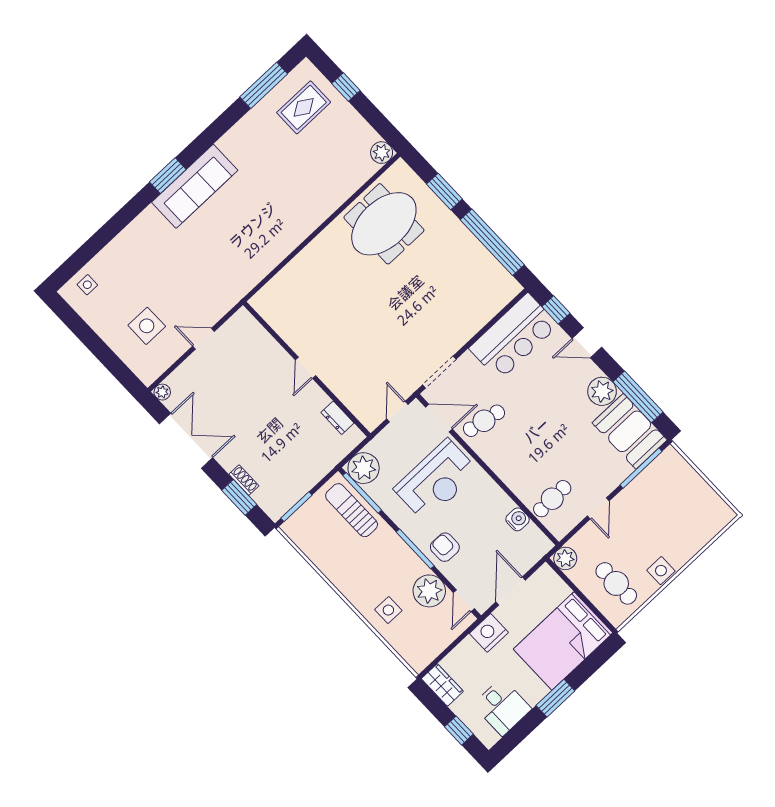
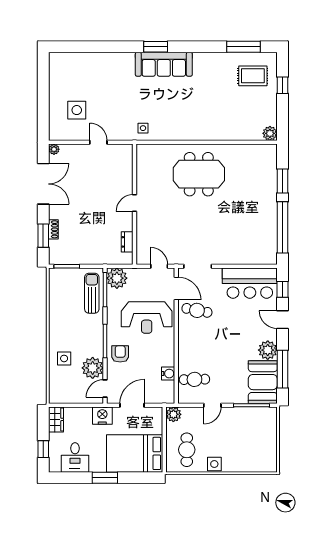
meeting table: (384, 224) -> (199, 174), moved
side table: (87, 285) -> (143, 128), moved
door: (397, 412) -> (159, 266), hinge flipped

